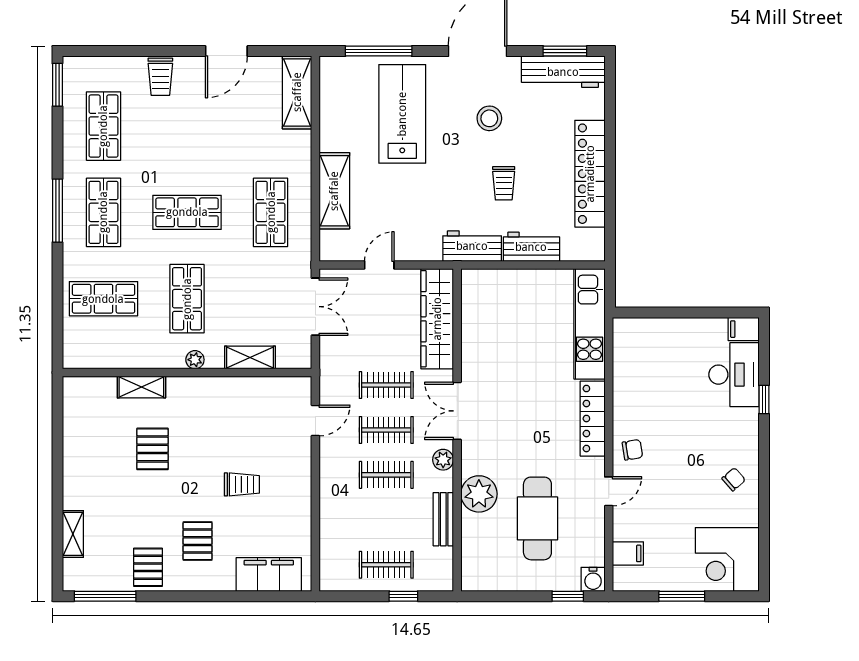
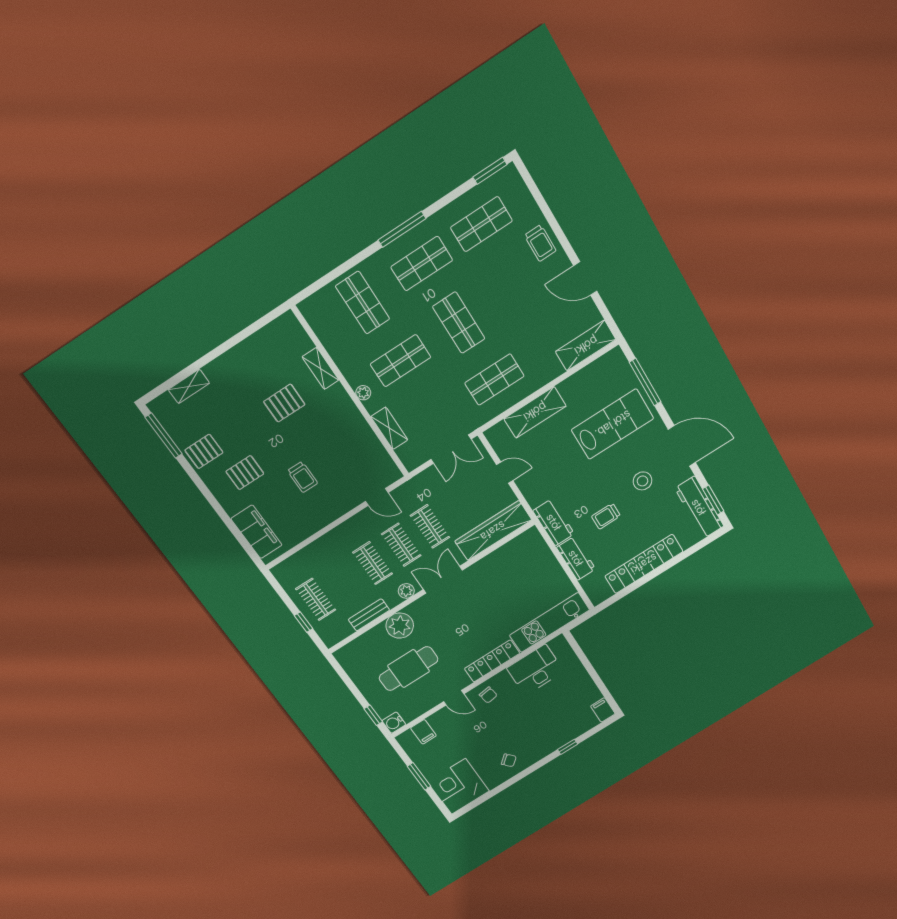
trolley: (160, 77) -> (540, 243), turned -90
desk: (734, 375) -> (535, 670), moved, turned 180

